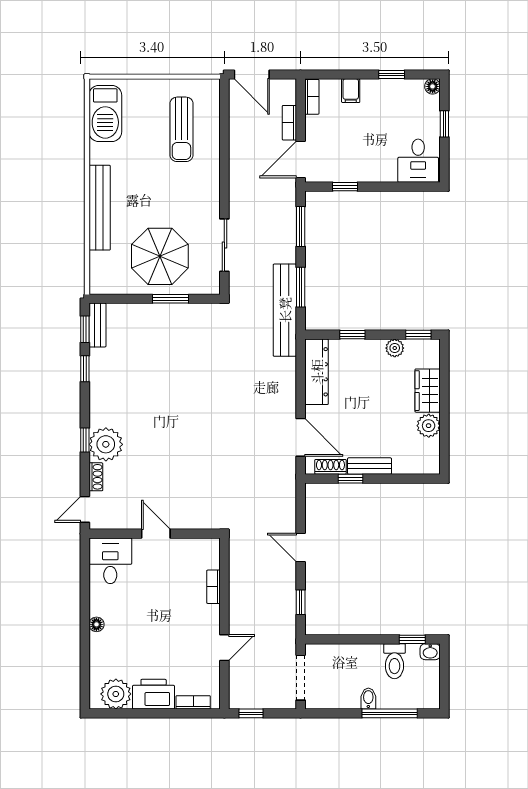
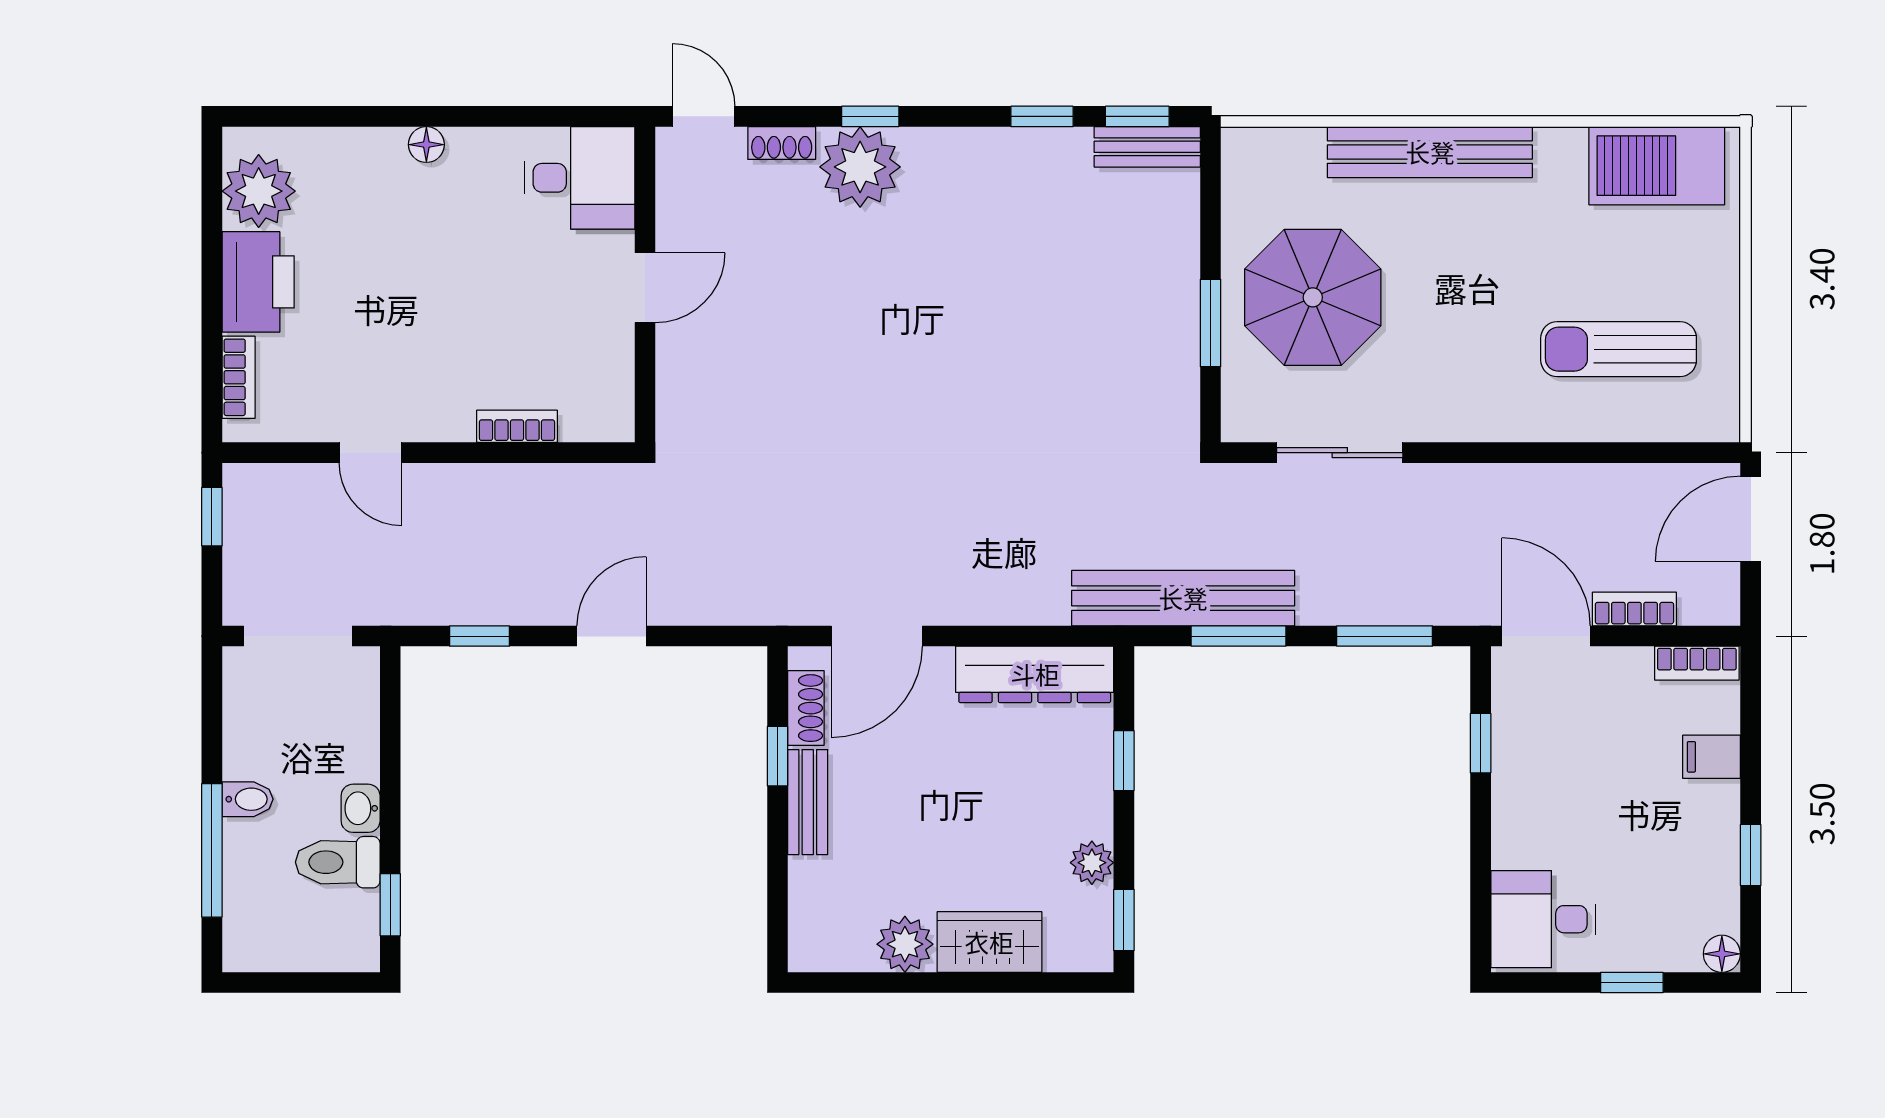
washbasin: (430, 652) -> (361, 808), moved

